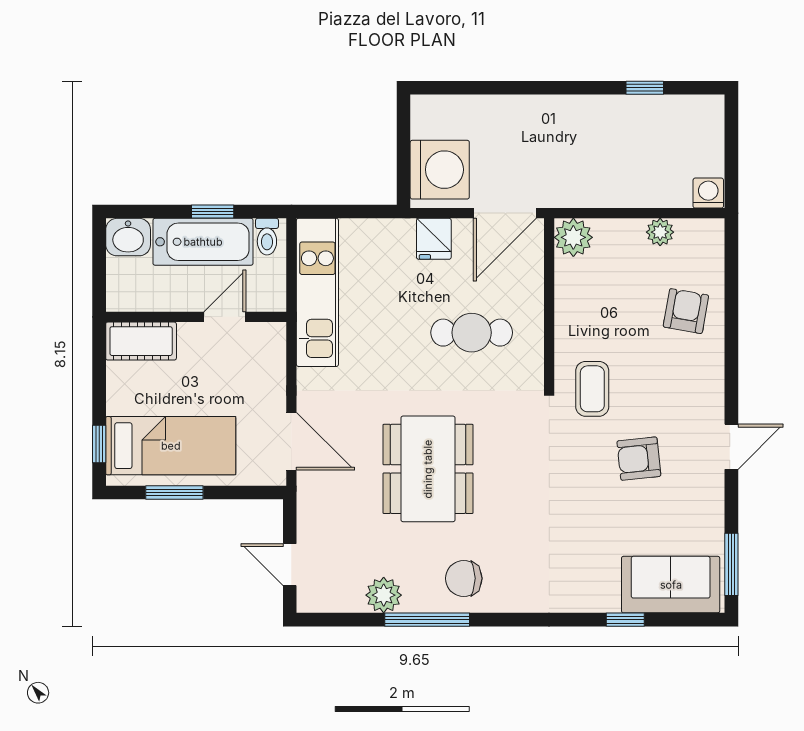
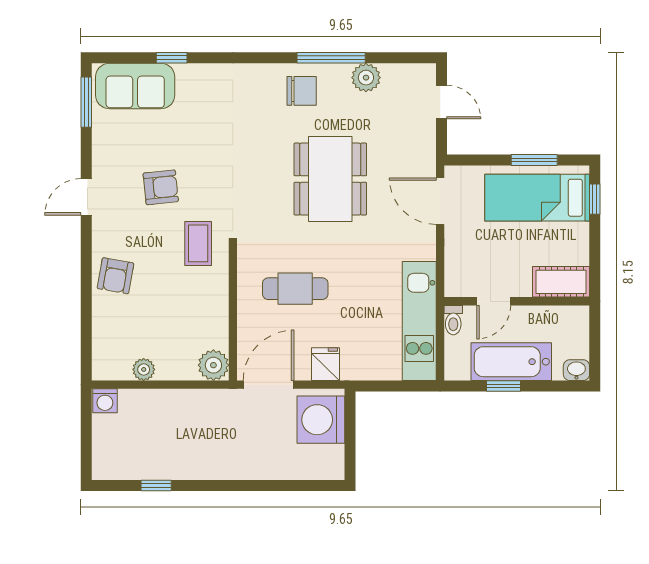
washbasin: (128, 237) -> (576, 370), width x0.72, depth x0.69
toilet: (267, 237) -> (453, 320), moved, turned 180
armchair: (686, 311) -> (115, 276), moved

